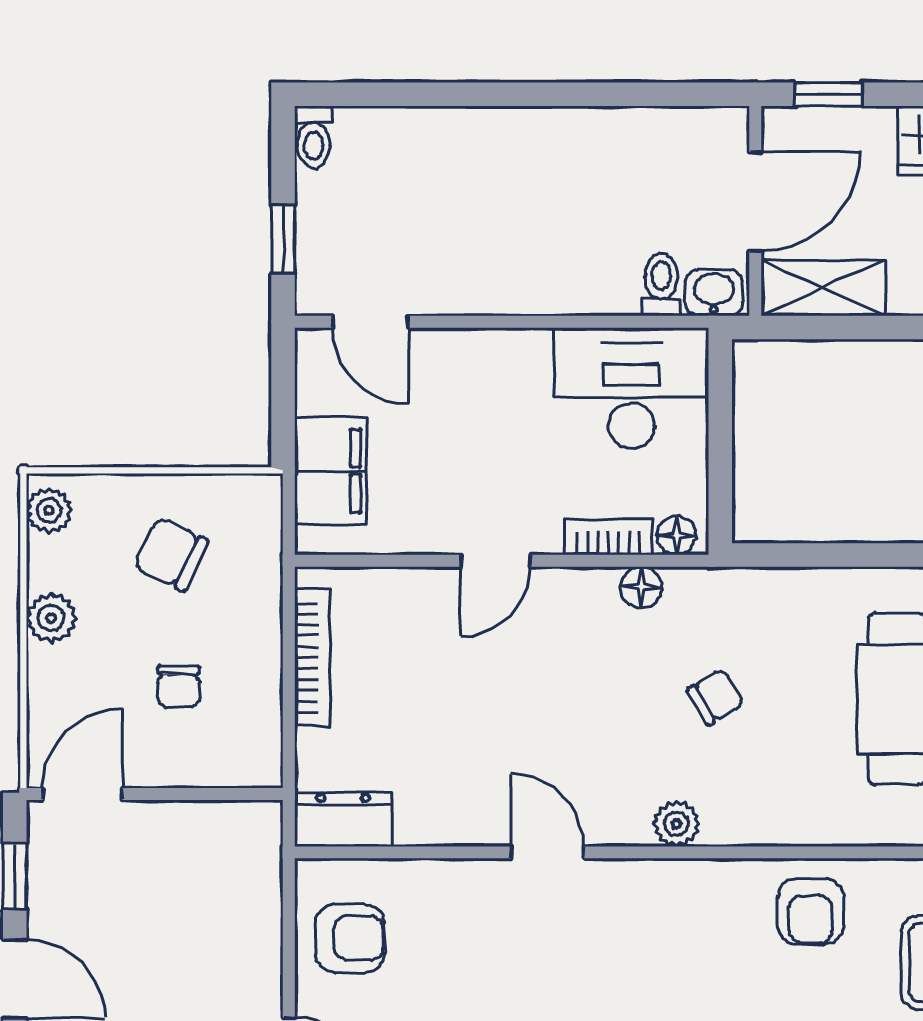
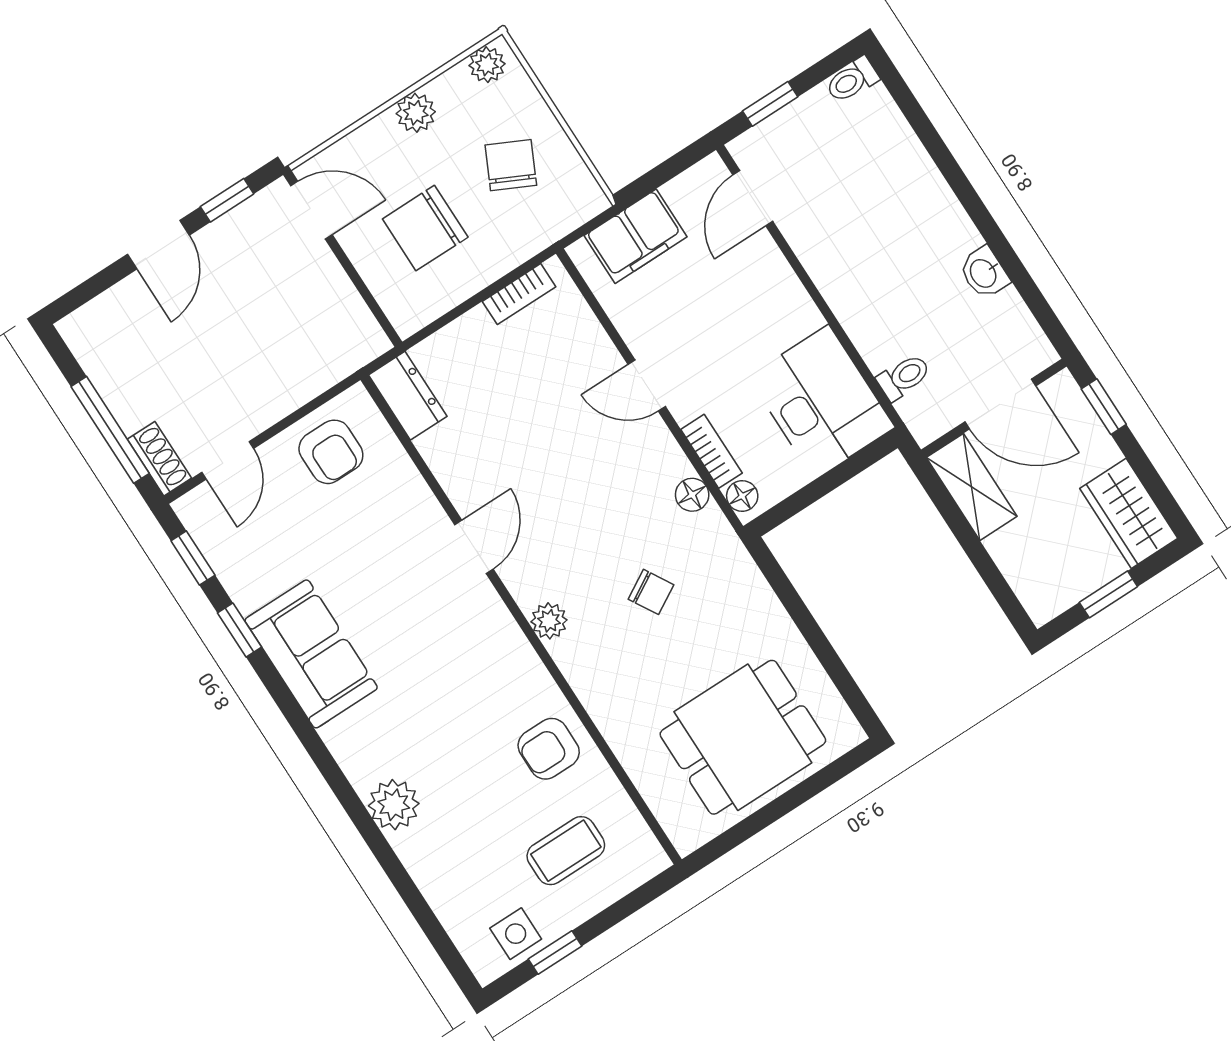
washbasin: (714, 293) -> (984, 273), moved, turned 180
bookcase: (312, 658) -> (519, 294), width x0.64
chair: (179, 687) -> (425, 228), width x1.87, depth x1.87

